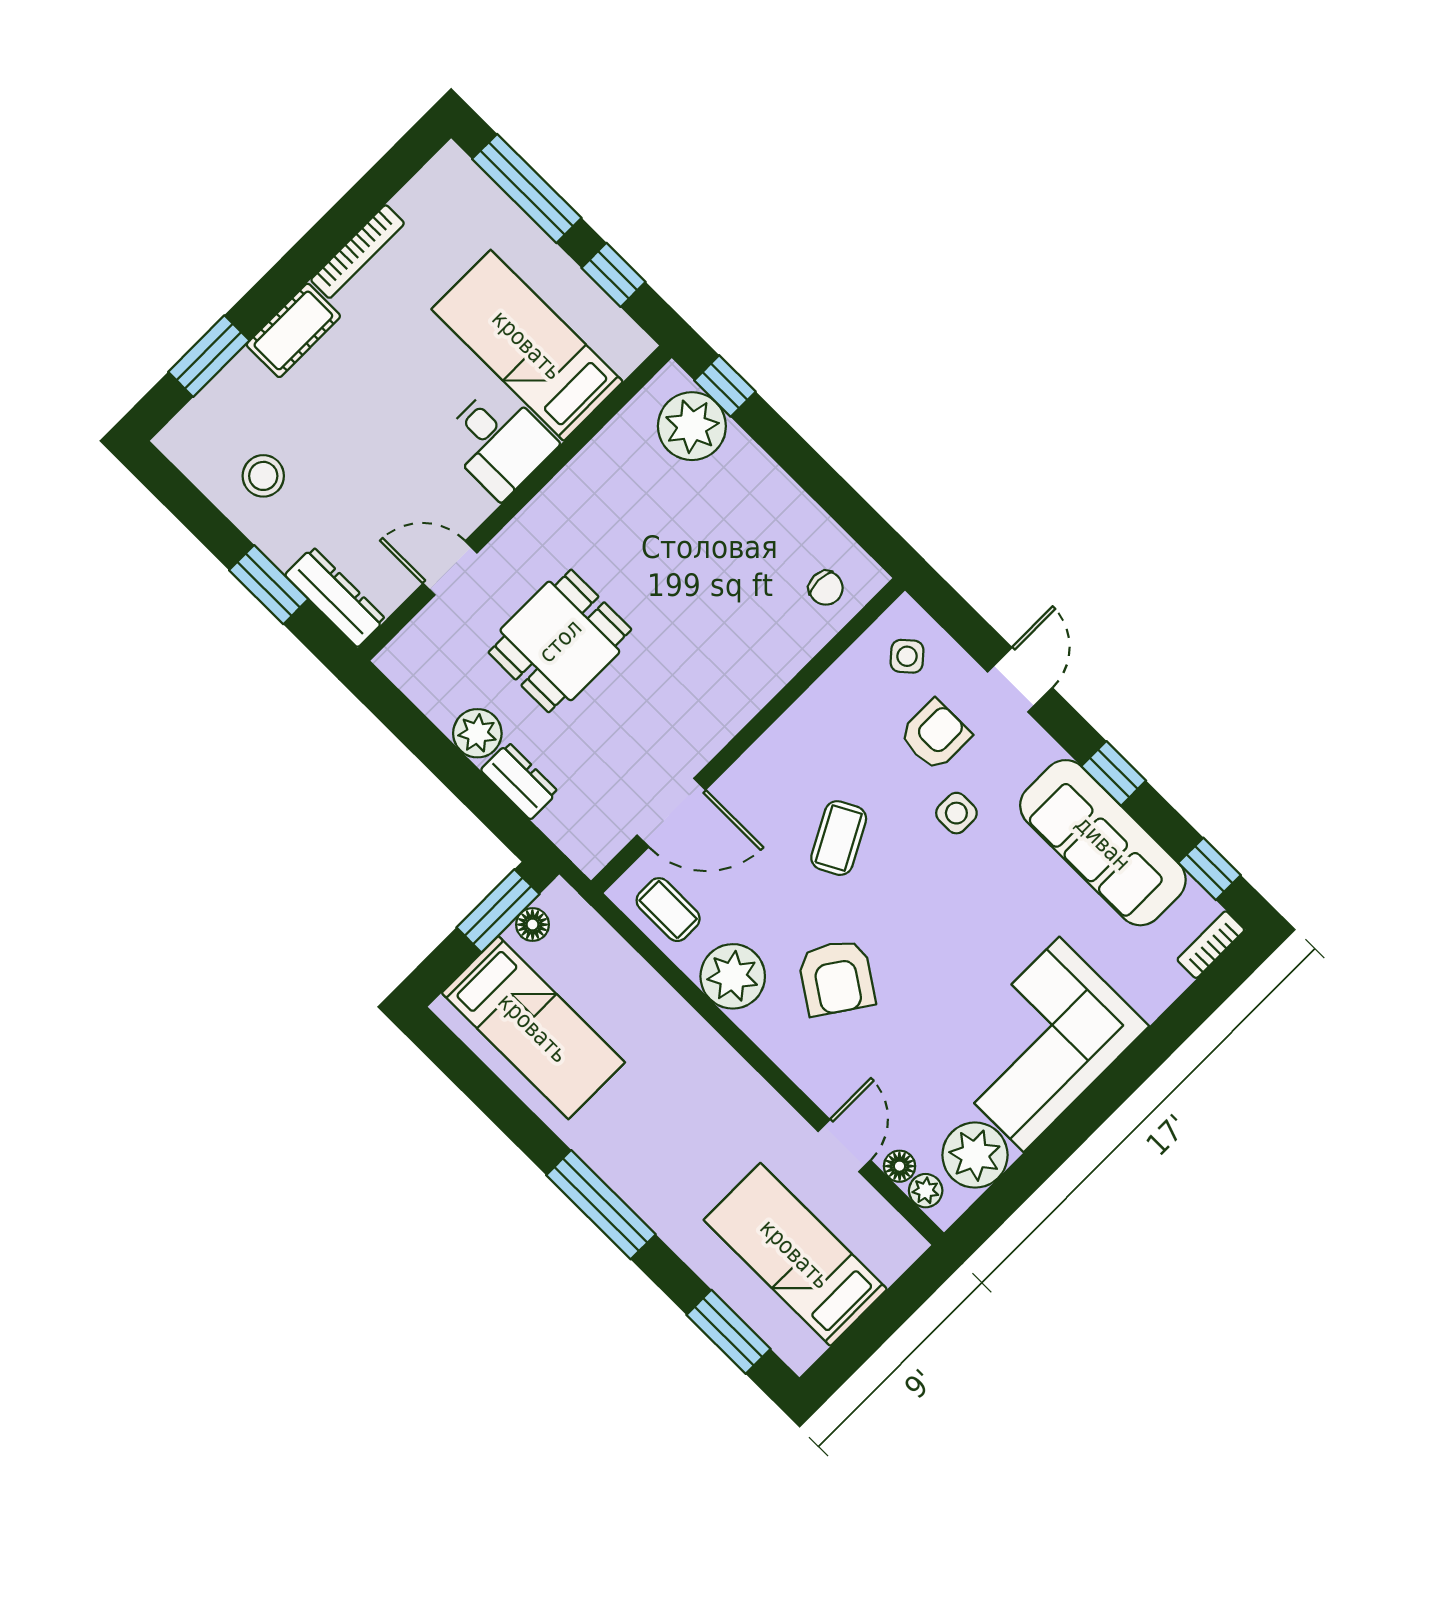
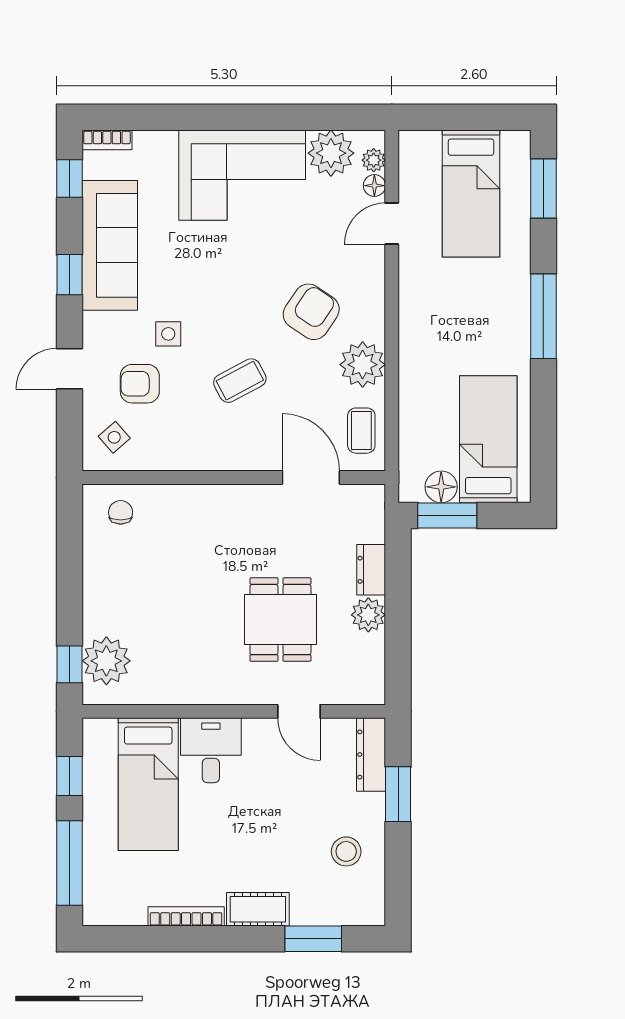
dining table: (560, 641) -> (280, 620), turned 90
floor lamp: (533, 925) -> (441, 487), width x1.37, depth x1.37

